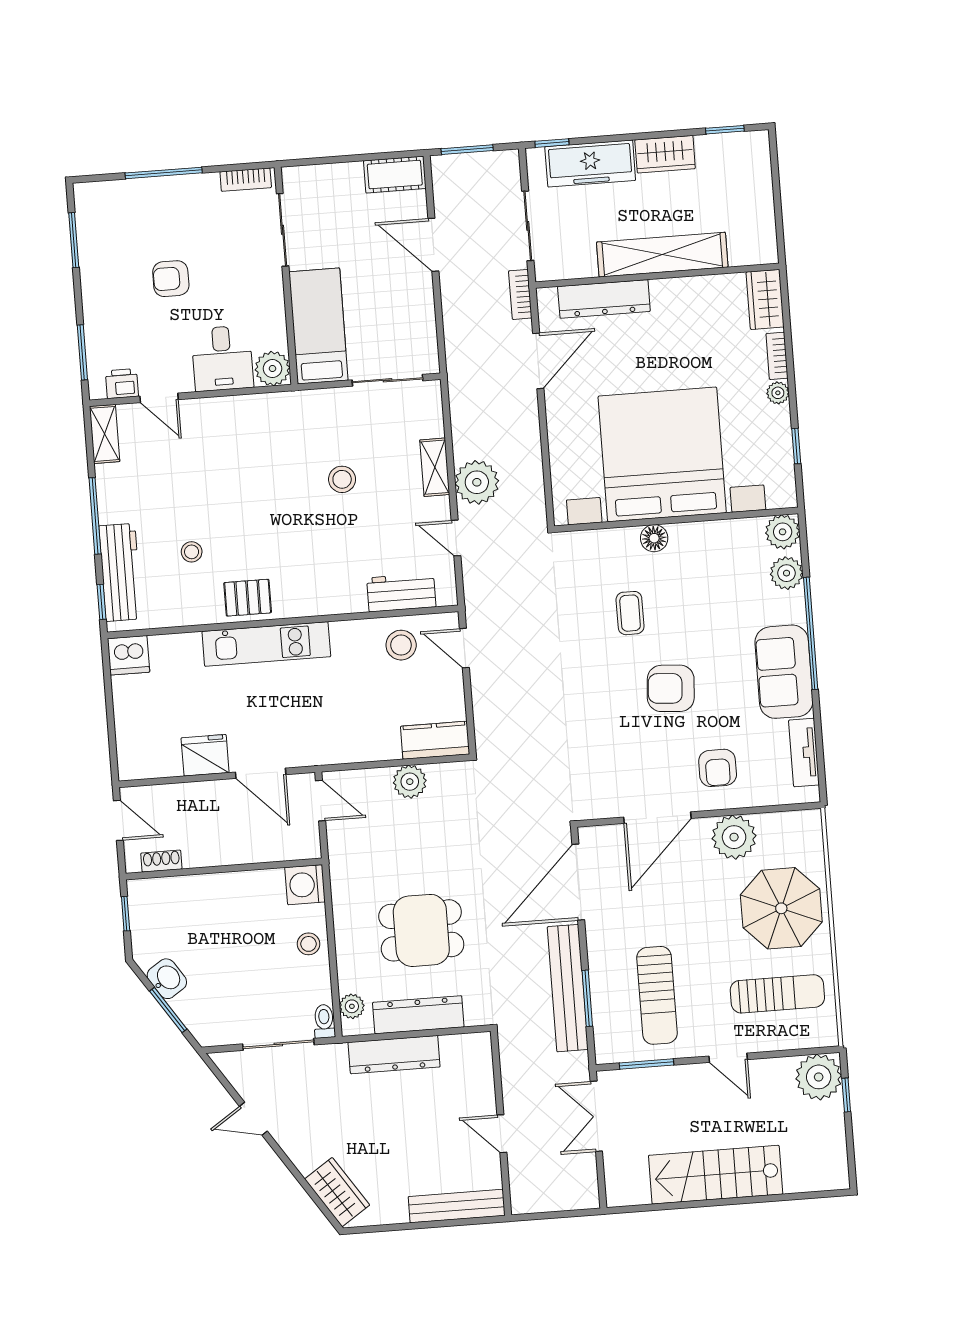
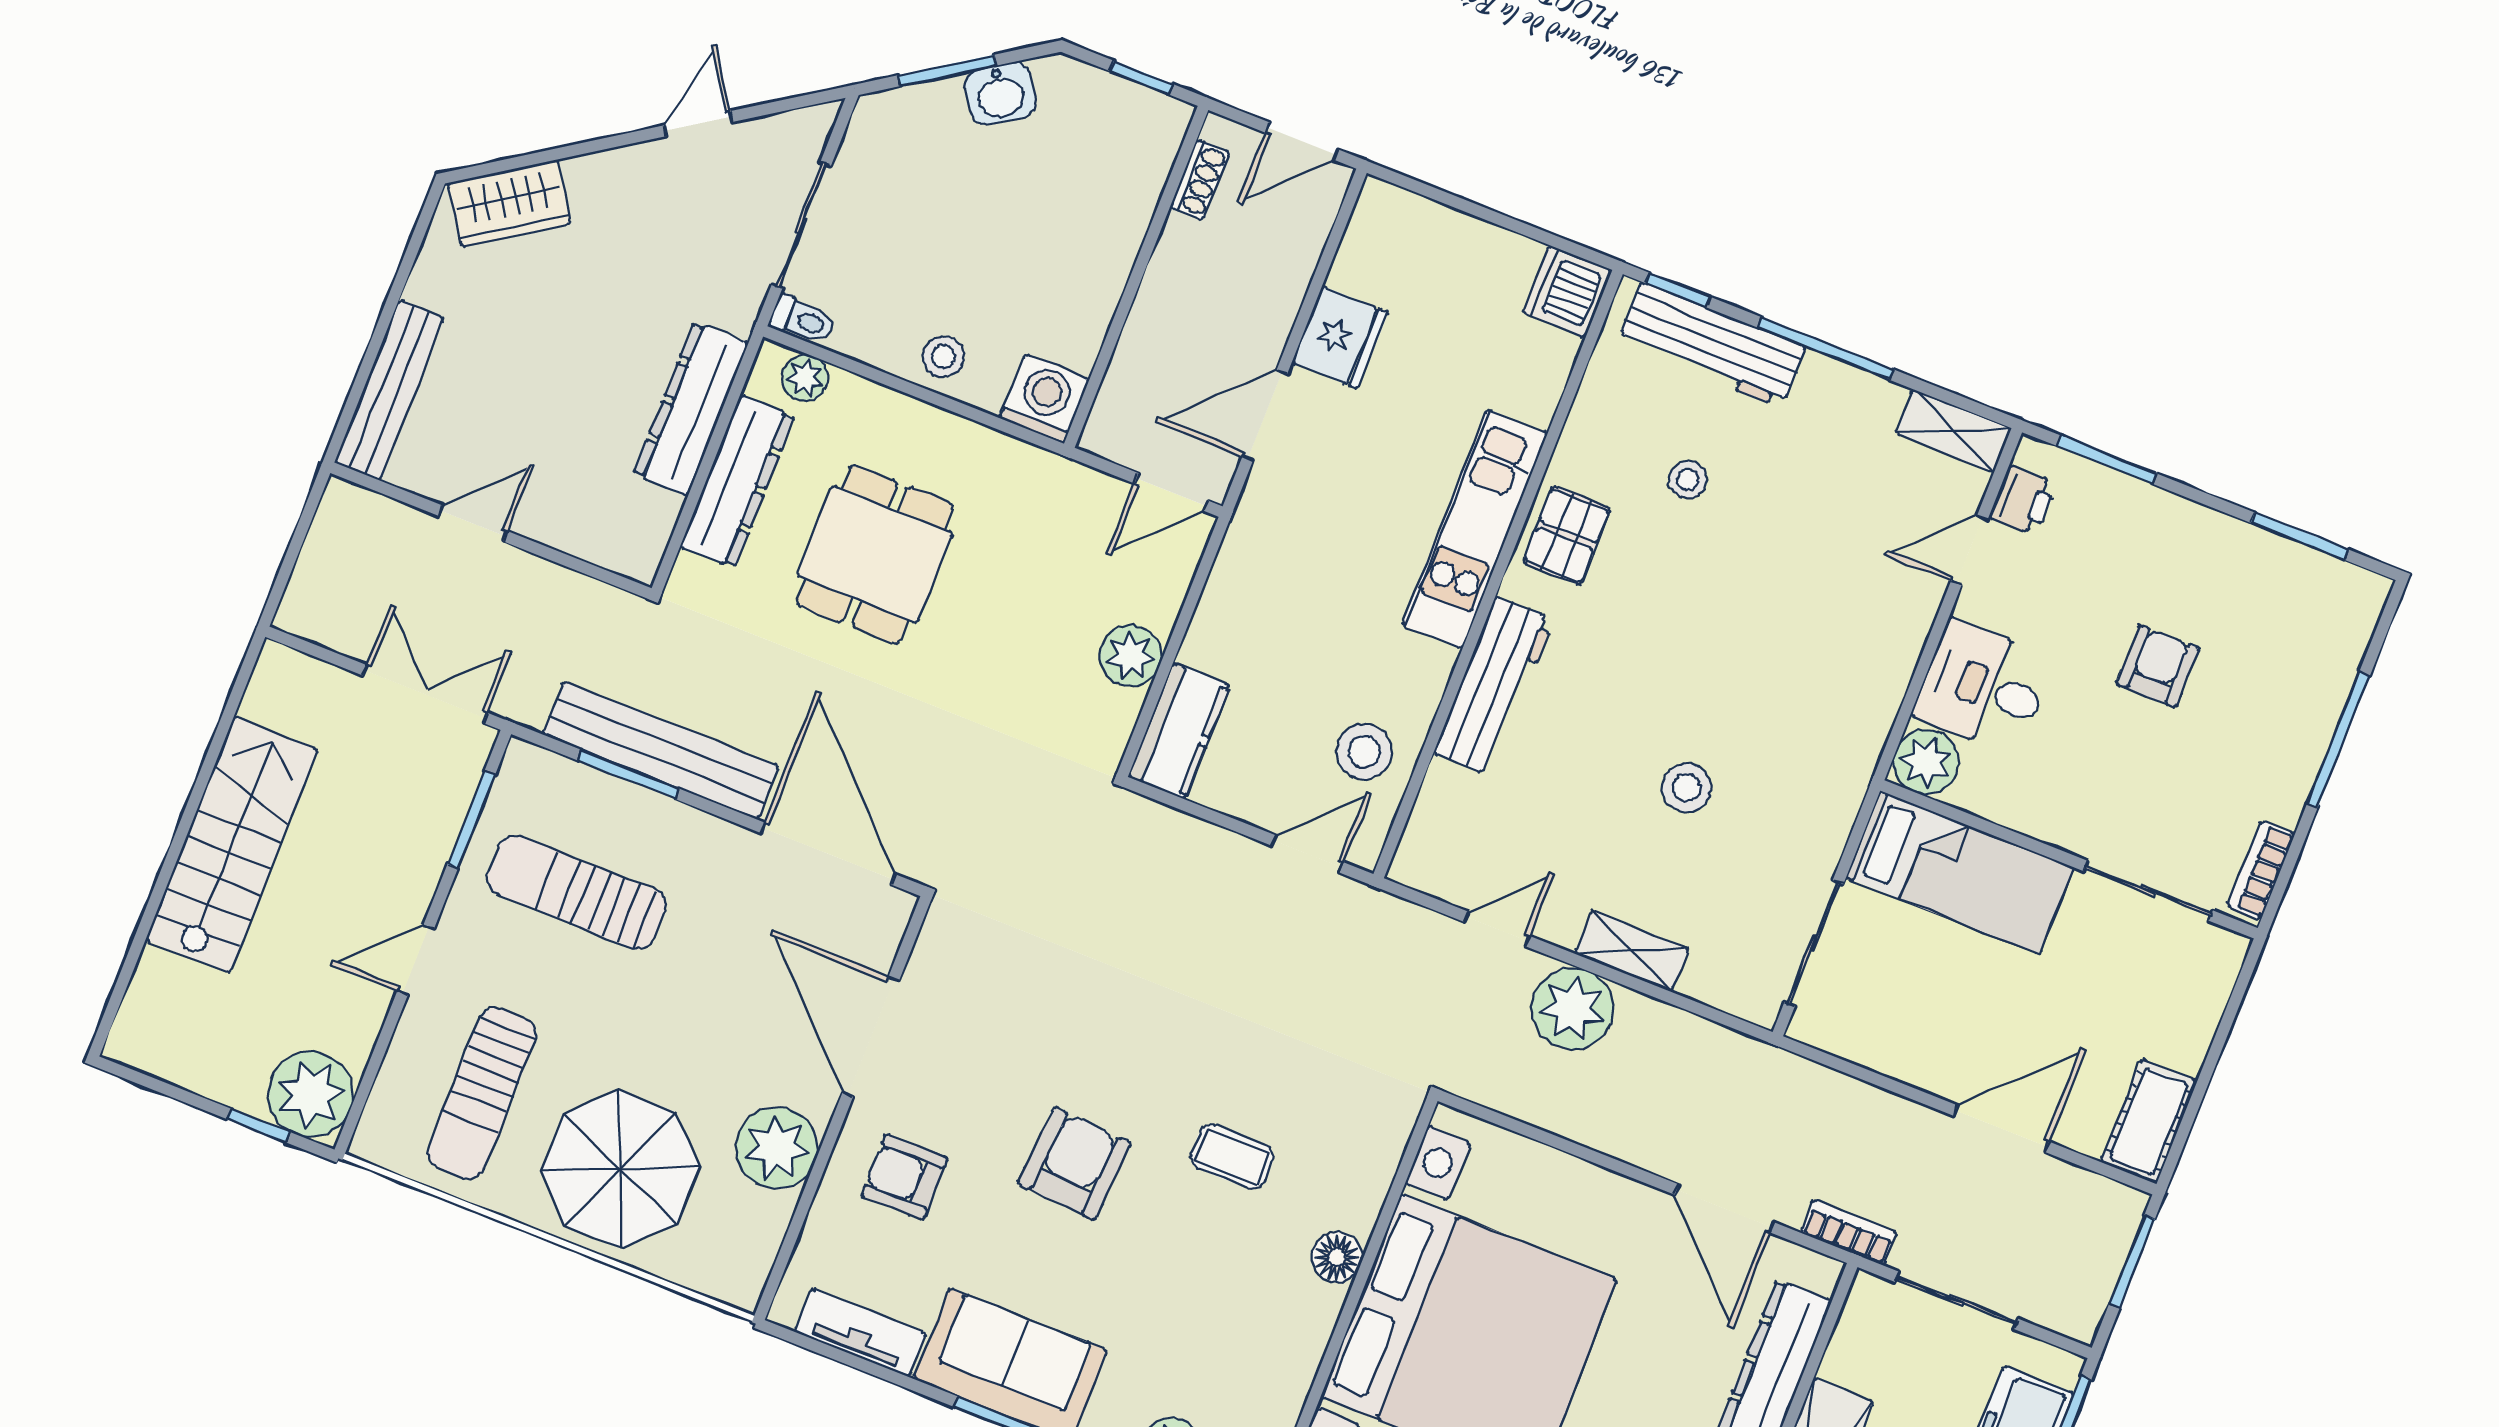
workbench: (401, 592) -> (1494, 686), moved, width x1.38

